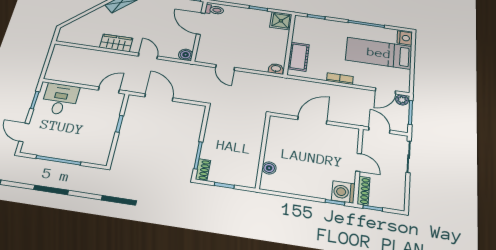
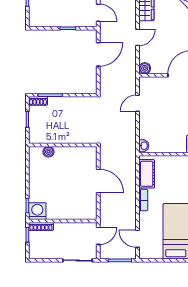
cot: (298, 57) -> (147, 174), moved, turned 90
plant: (402, 100) -> (131, 253), removed
door: (359, 162) -> (66, 221), removed

